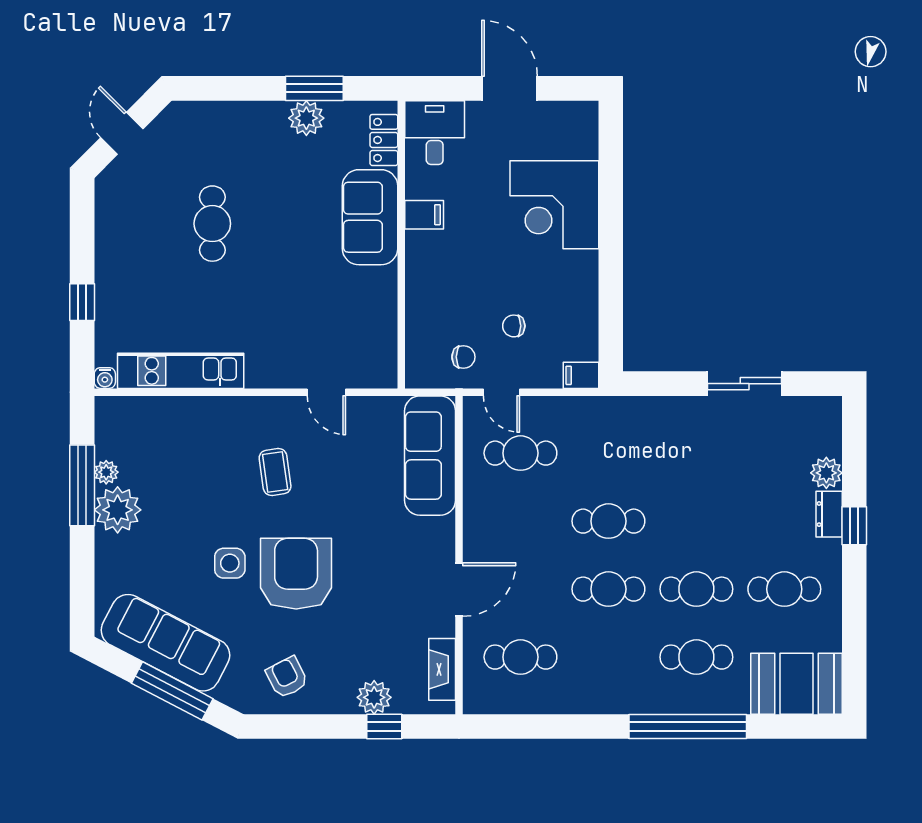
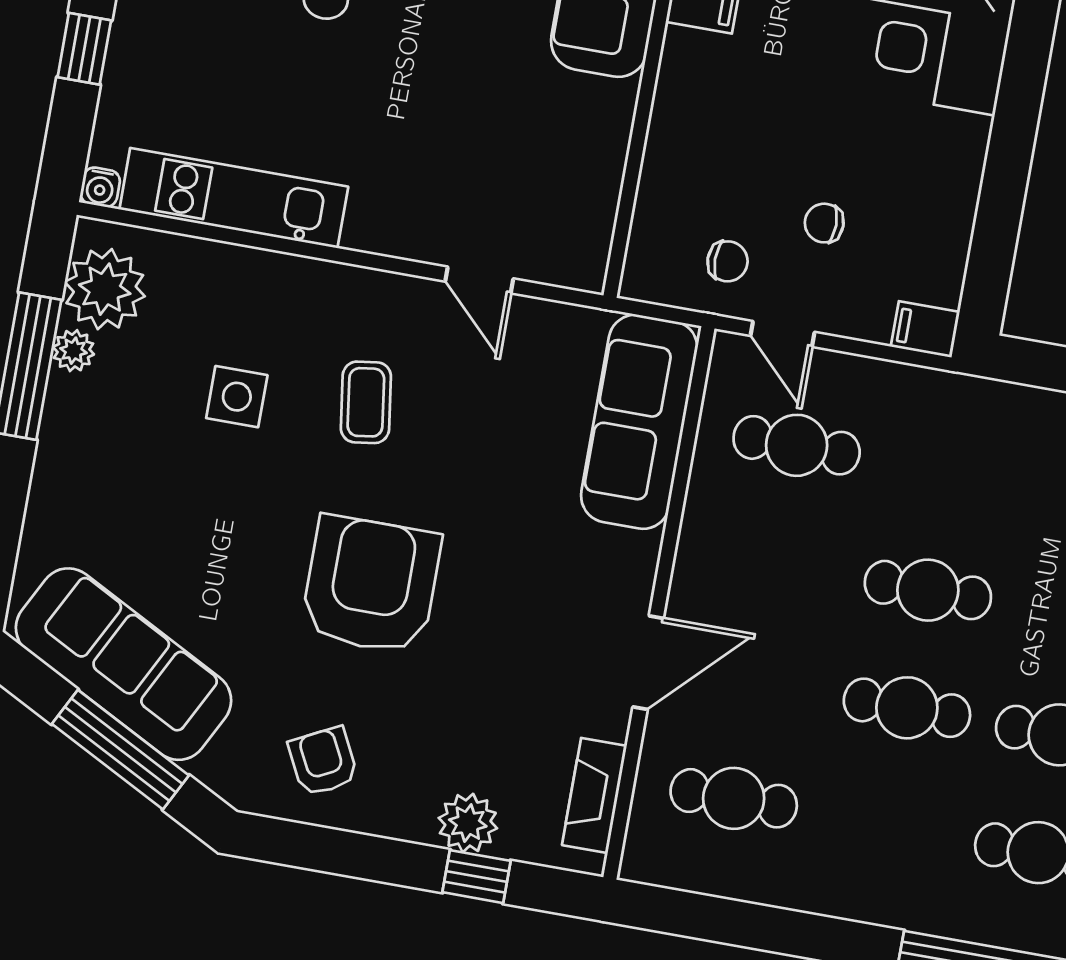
plant: (118, 510) -> (105, 289), moved
side table: (230, 563) -> (237, 397), moved

